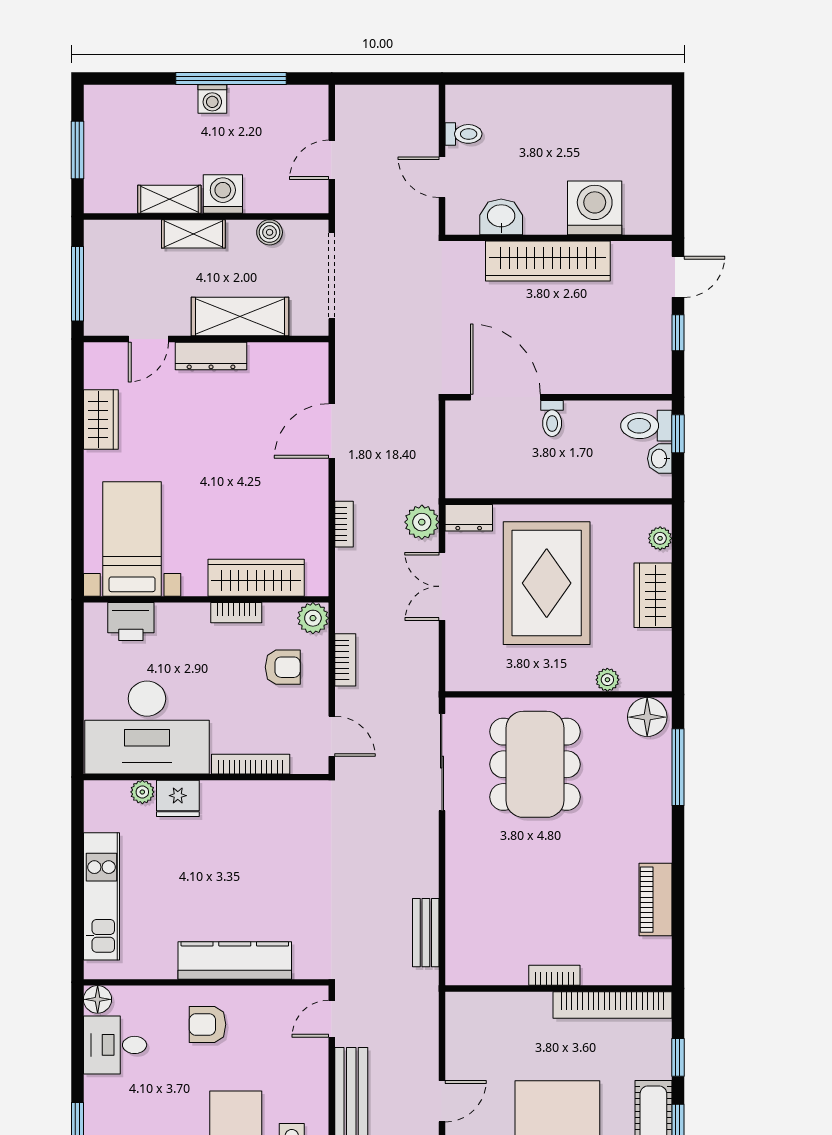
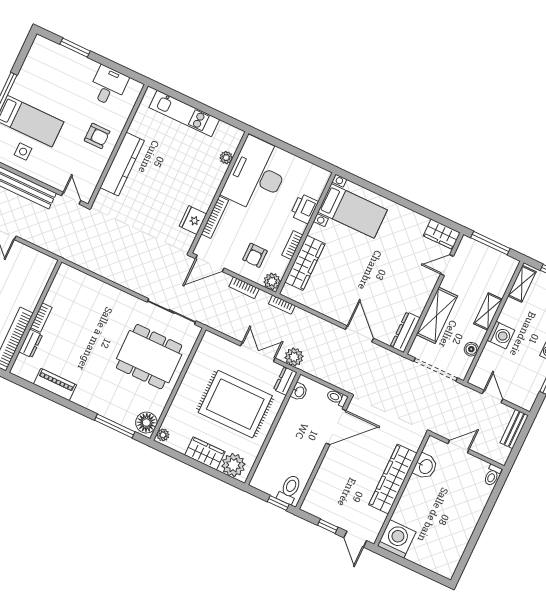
toilet: (463, 134) -> (492, 475), moved
shelving: (169, 199) -> (522, 284), moved
washing machine: (595, 208) -> (397, 539), moved, turned -90
door: (148, 339) -> (447, 265), hinge flipped
dresser: (211, 356) -> (405, 332), moved
toilet: (552, 418) -> (337, 398), moved
wardrobe: (101, 420) -> (442, 234), moved
washbasin: (660, 459) -> (299, 392), moved, turned 90
bookcase: (344, 524) -> (282, 305), moved
plant: (660, 538) -> (233, 465), width x1.87, depth x1.87
printer: (131, 621) -> (304, 209), moved
plant: (607, 680) -> (163, 435), moved
door: (332, 736) -> (210, 263), width x1.38
fridge: (178, 798) -> (193, 220), moved
bench: (426, 933) -> (514, 429), moved, turned 90
dresser: (606, 972) -> (31, 343), added
floor lamp: (98, 999) -> (135, 88), removed
armchair: (207, 1024) -> (97, 136), turned 90

